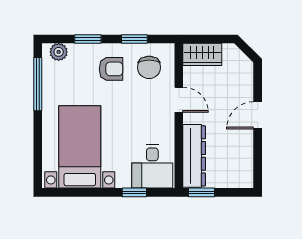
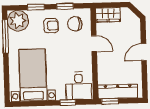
plant: (59, 52) -> (18, 21), width x1.87, depth x1.87
chair: (149, 67) -> (75, 24), turned 90
dresser: (194, 156) -> (118, 91), moved, turned -90

